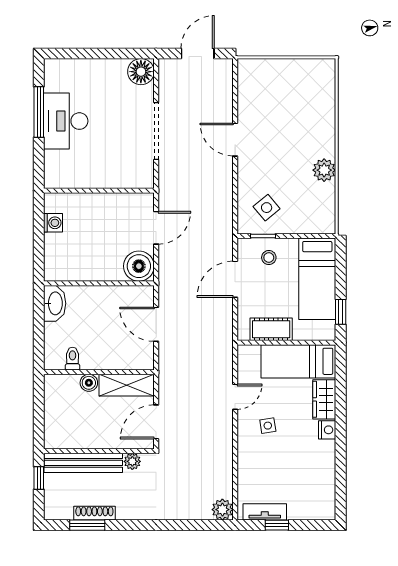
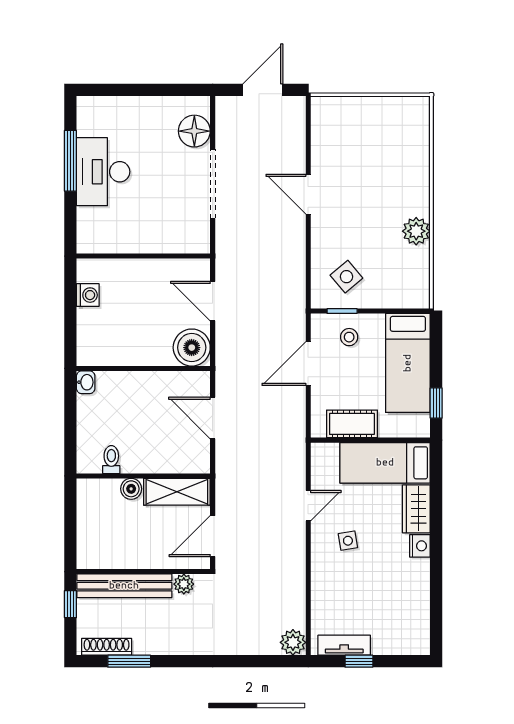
floor lamp: (141, 72) -> (194, 131), moved
door: (156, 228) -> (213, 301), swing flipped
washbasin: (55, 303) -> (86, 382), width x0.52, depth x0.69
shoe rack: (94, 513) -> (107, 647), moved

